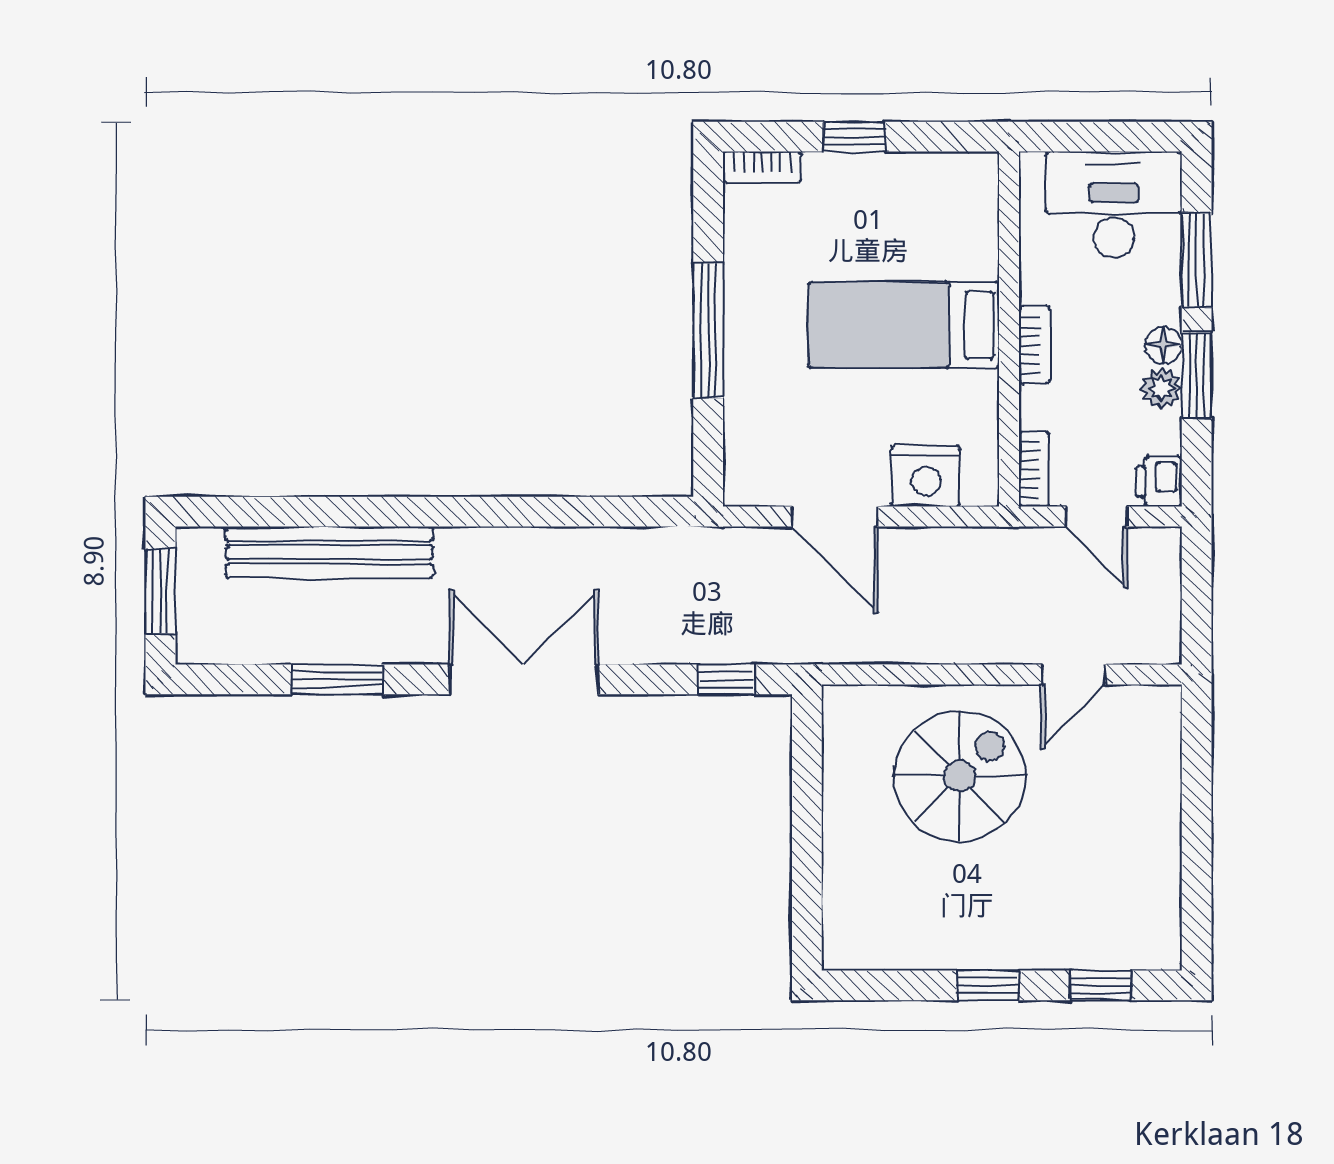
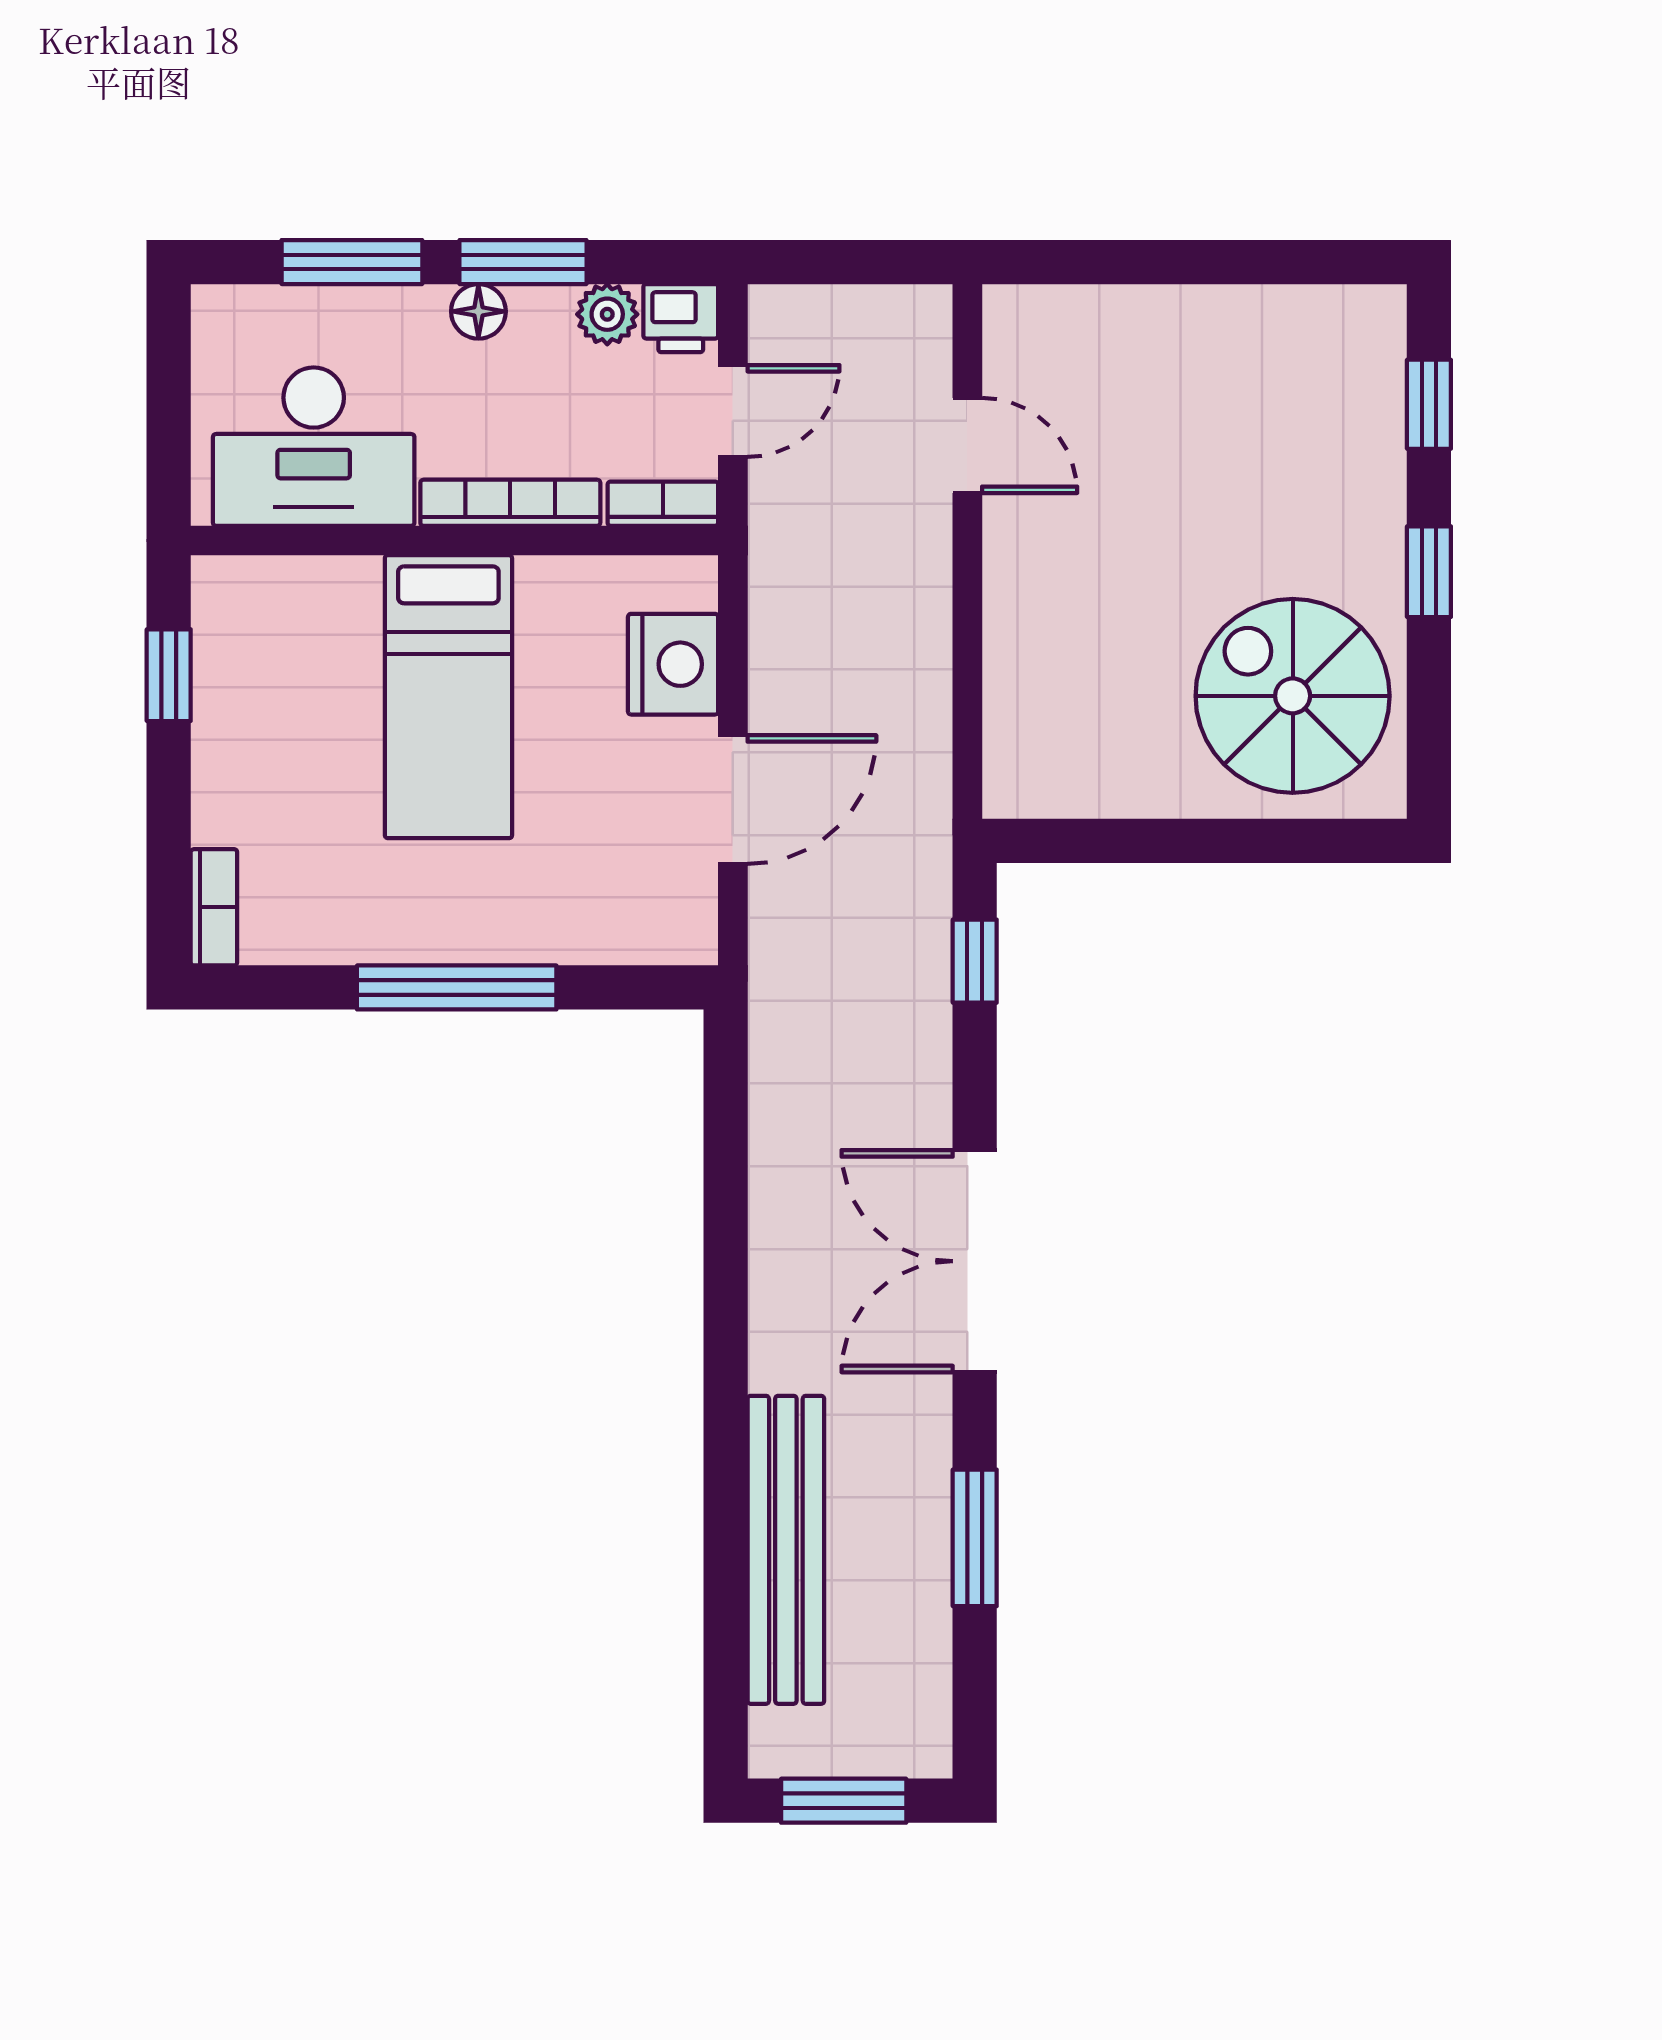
window: (855, 137) -> (169, 675), moved
desk: (1114, 205) -> (314, 447), moved, turned -90
bookcase: (1035, 345) -> (510, 503), width x1.56
plant: (1161, 388) -> (607, 314), moved
spiral stairs: (960, 776) -> (1293, 696), moved

